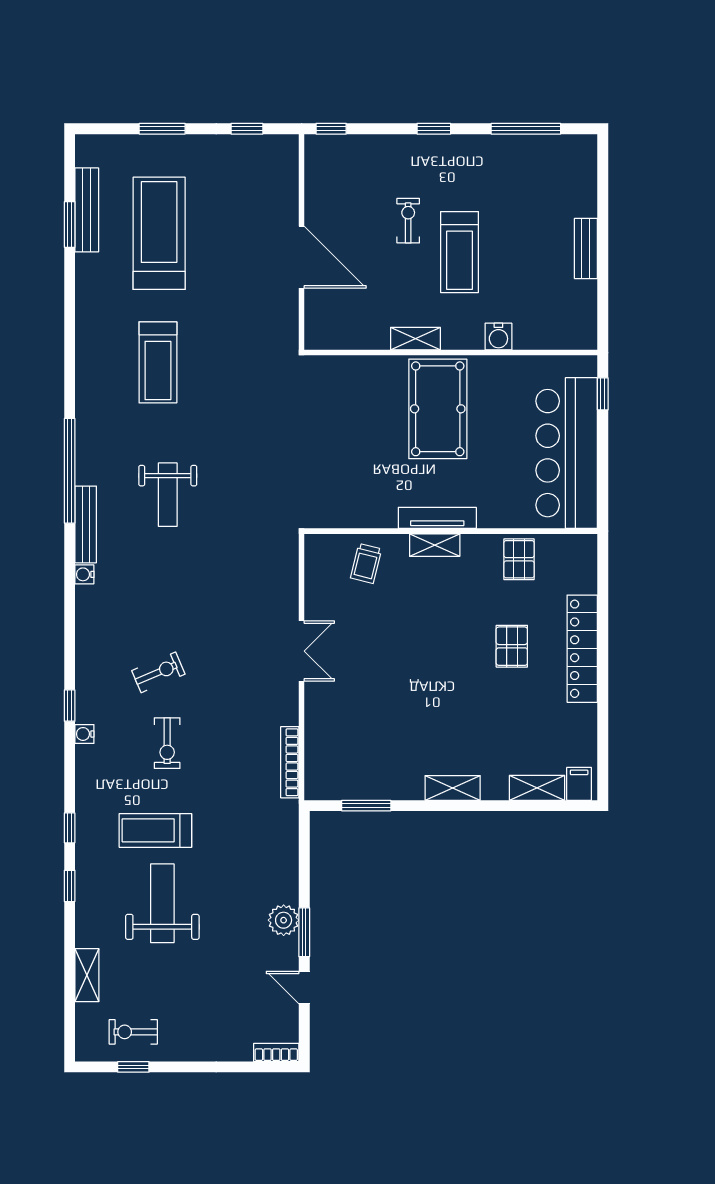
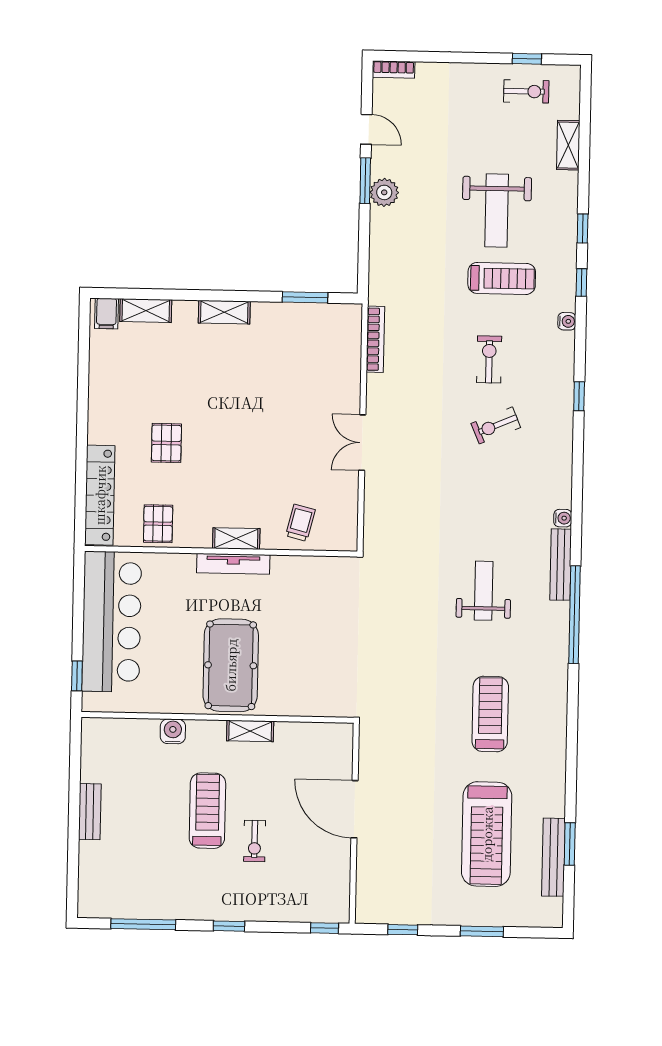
locker: (582, 649) -> (100, 495), moved
water cooler: (84, 734) -> (567, 321), moved

